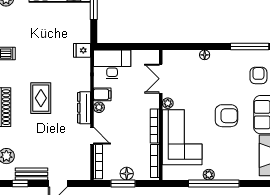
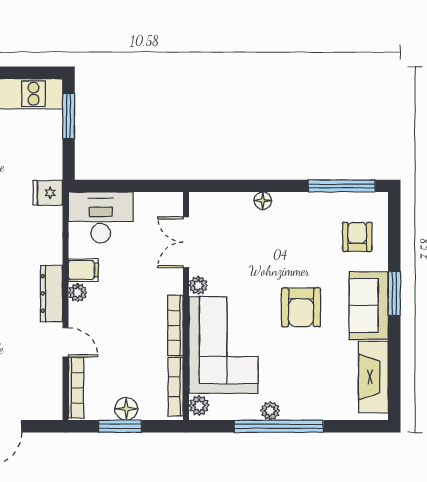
armchair: (226, 116) -> (301, 307), turned 90
plant: (168, 172) -> (199, 406), added

